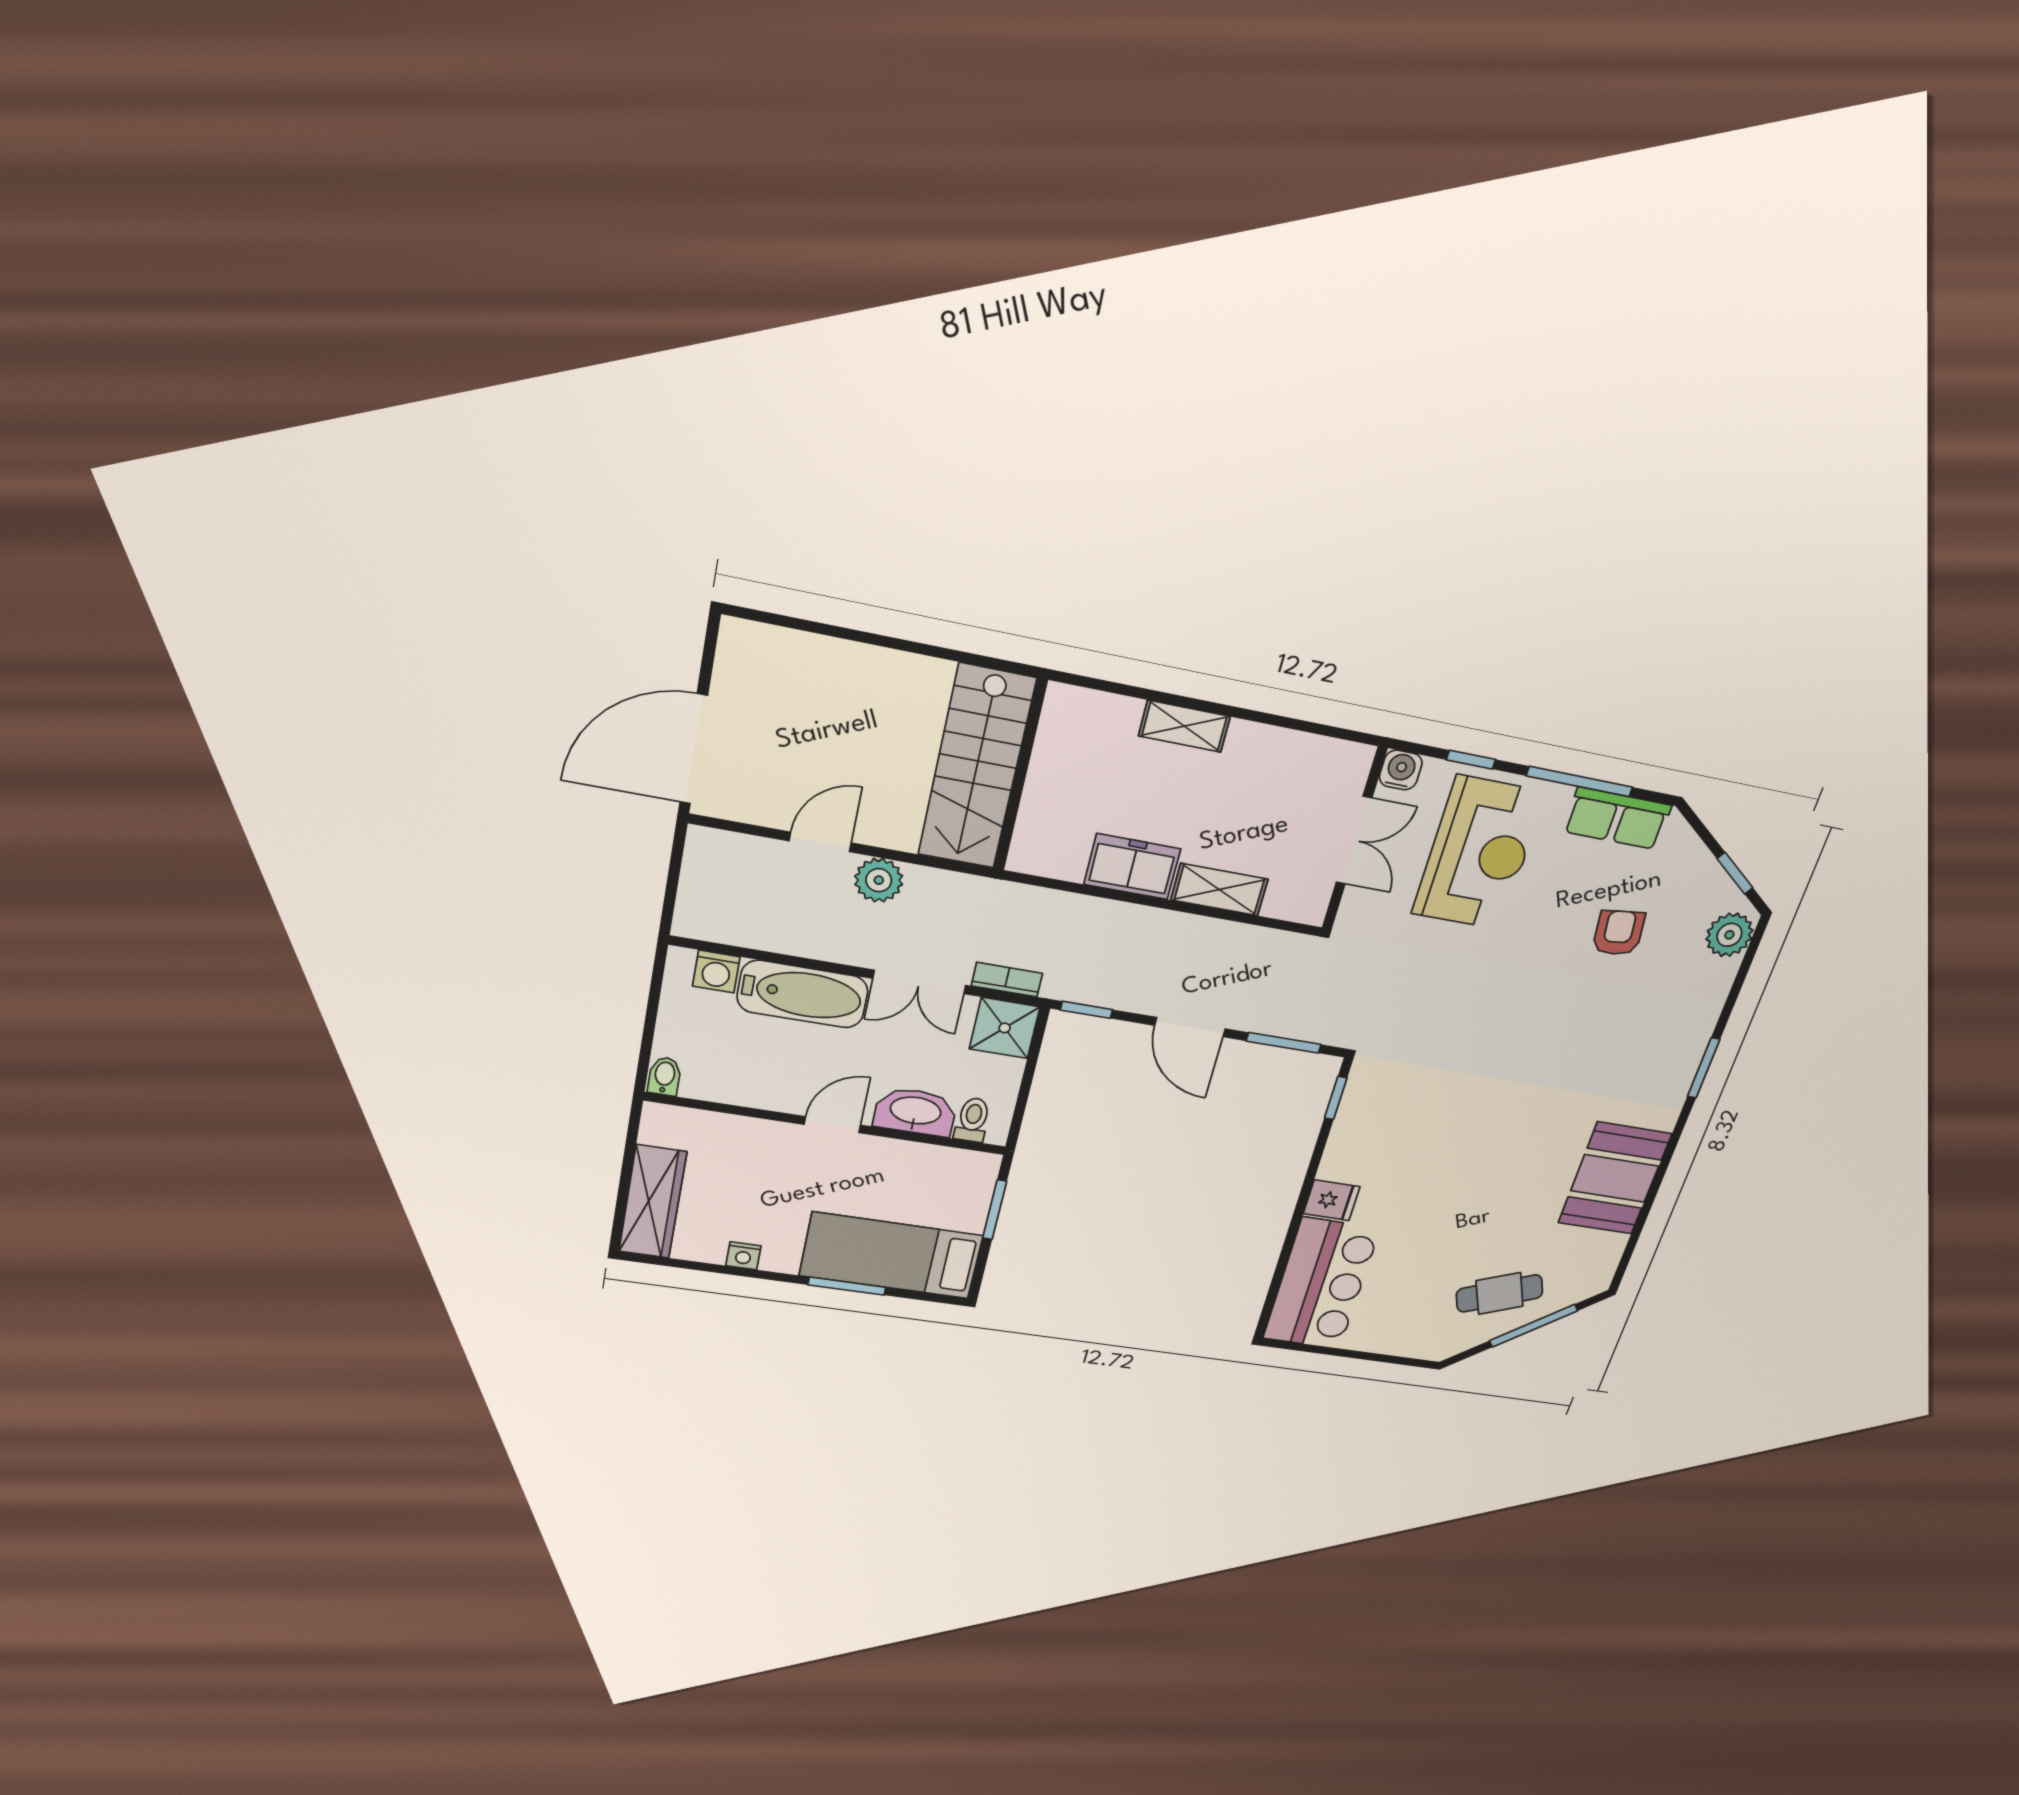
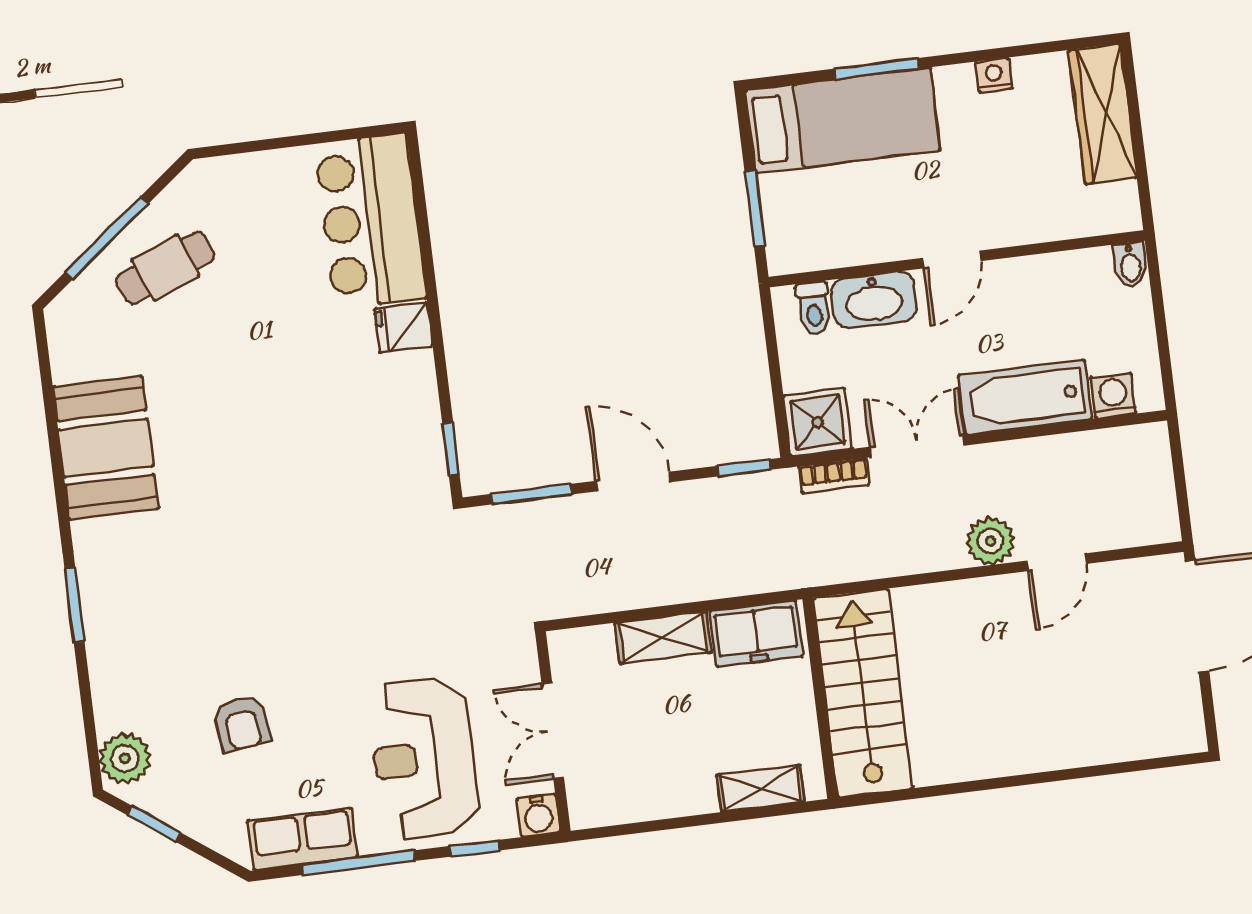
stairs: (977, 767) -> (863, 693), moved
wall: (1020, 776) -> (820, 698), moved

